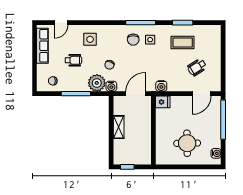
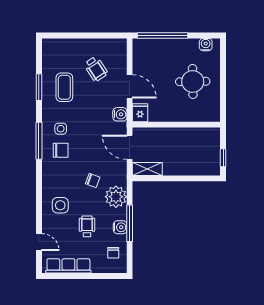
water cooler: (111, 86) -> (120, 227), moved
door: (202, 94) -> (130, 86), moved
shelving: (119, 127) -> (147, 169), moved

